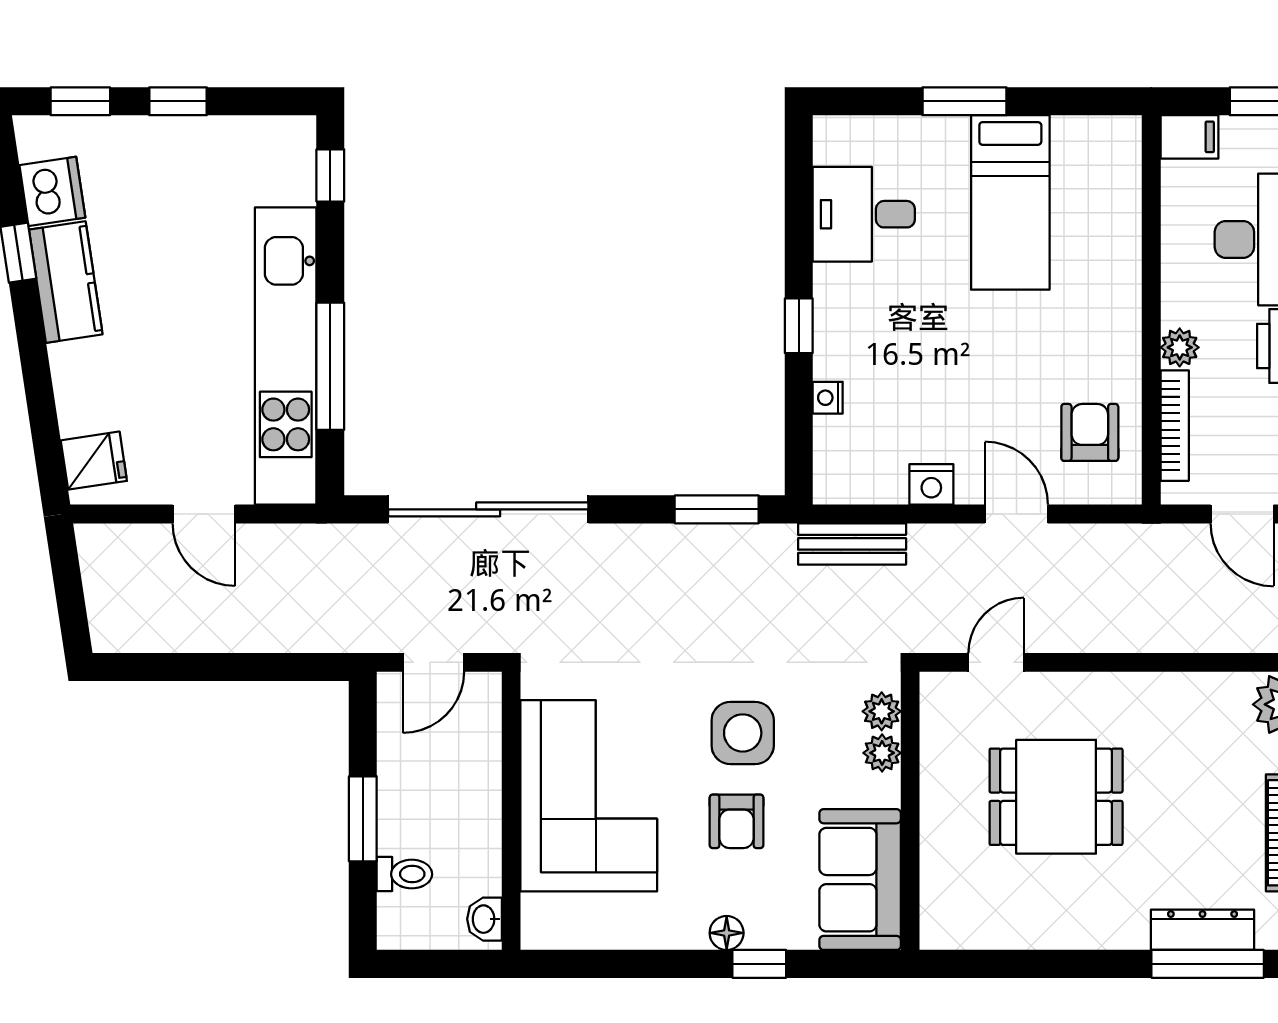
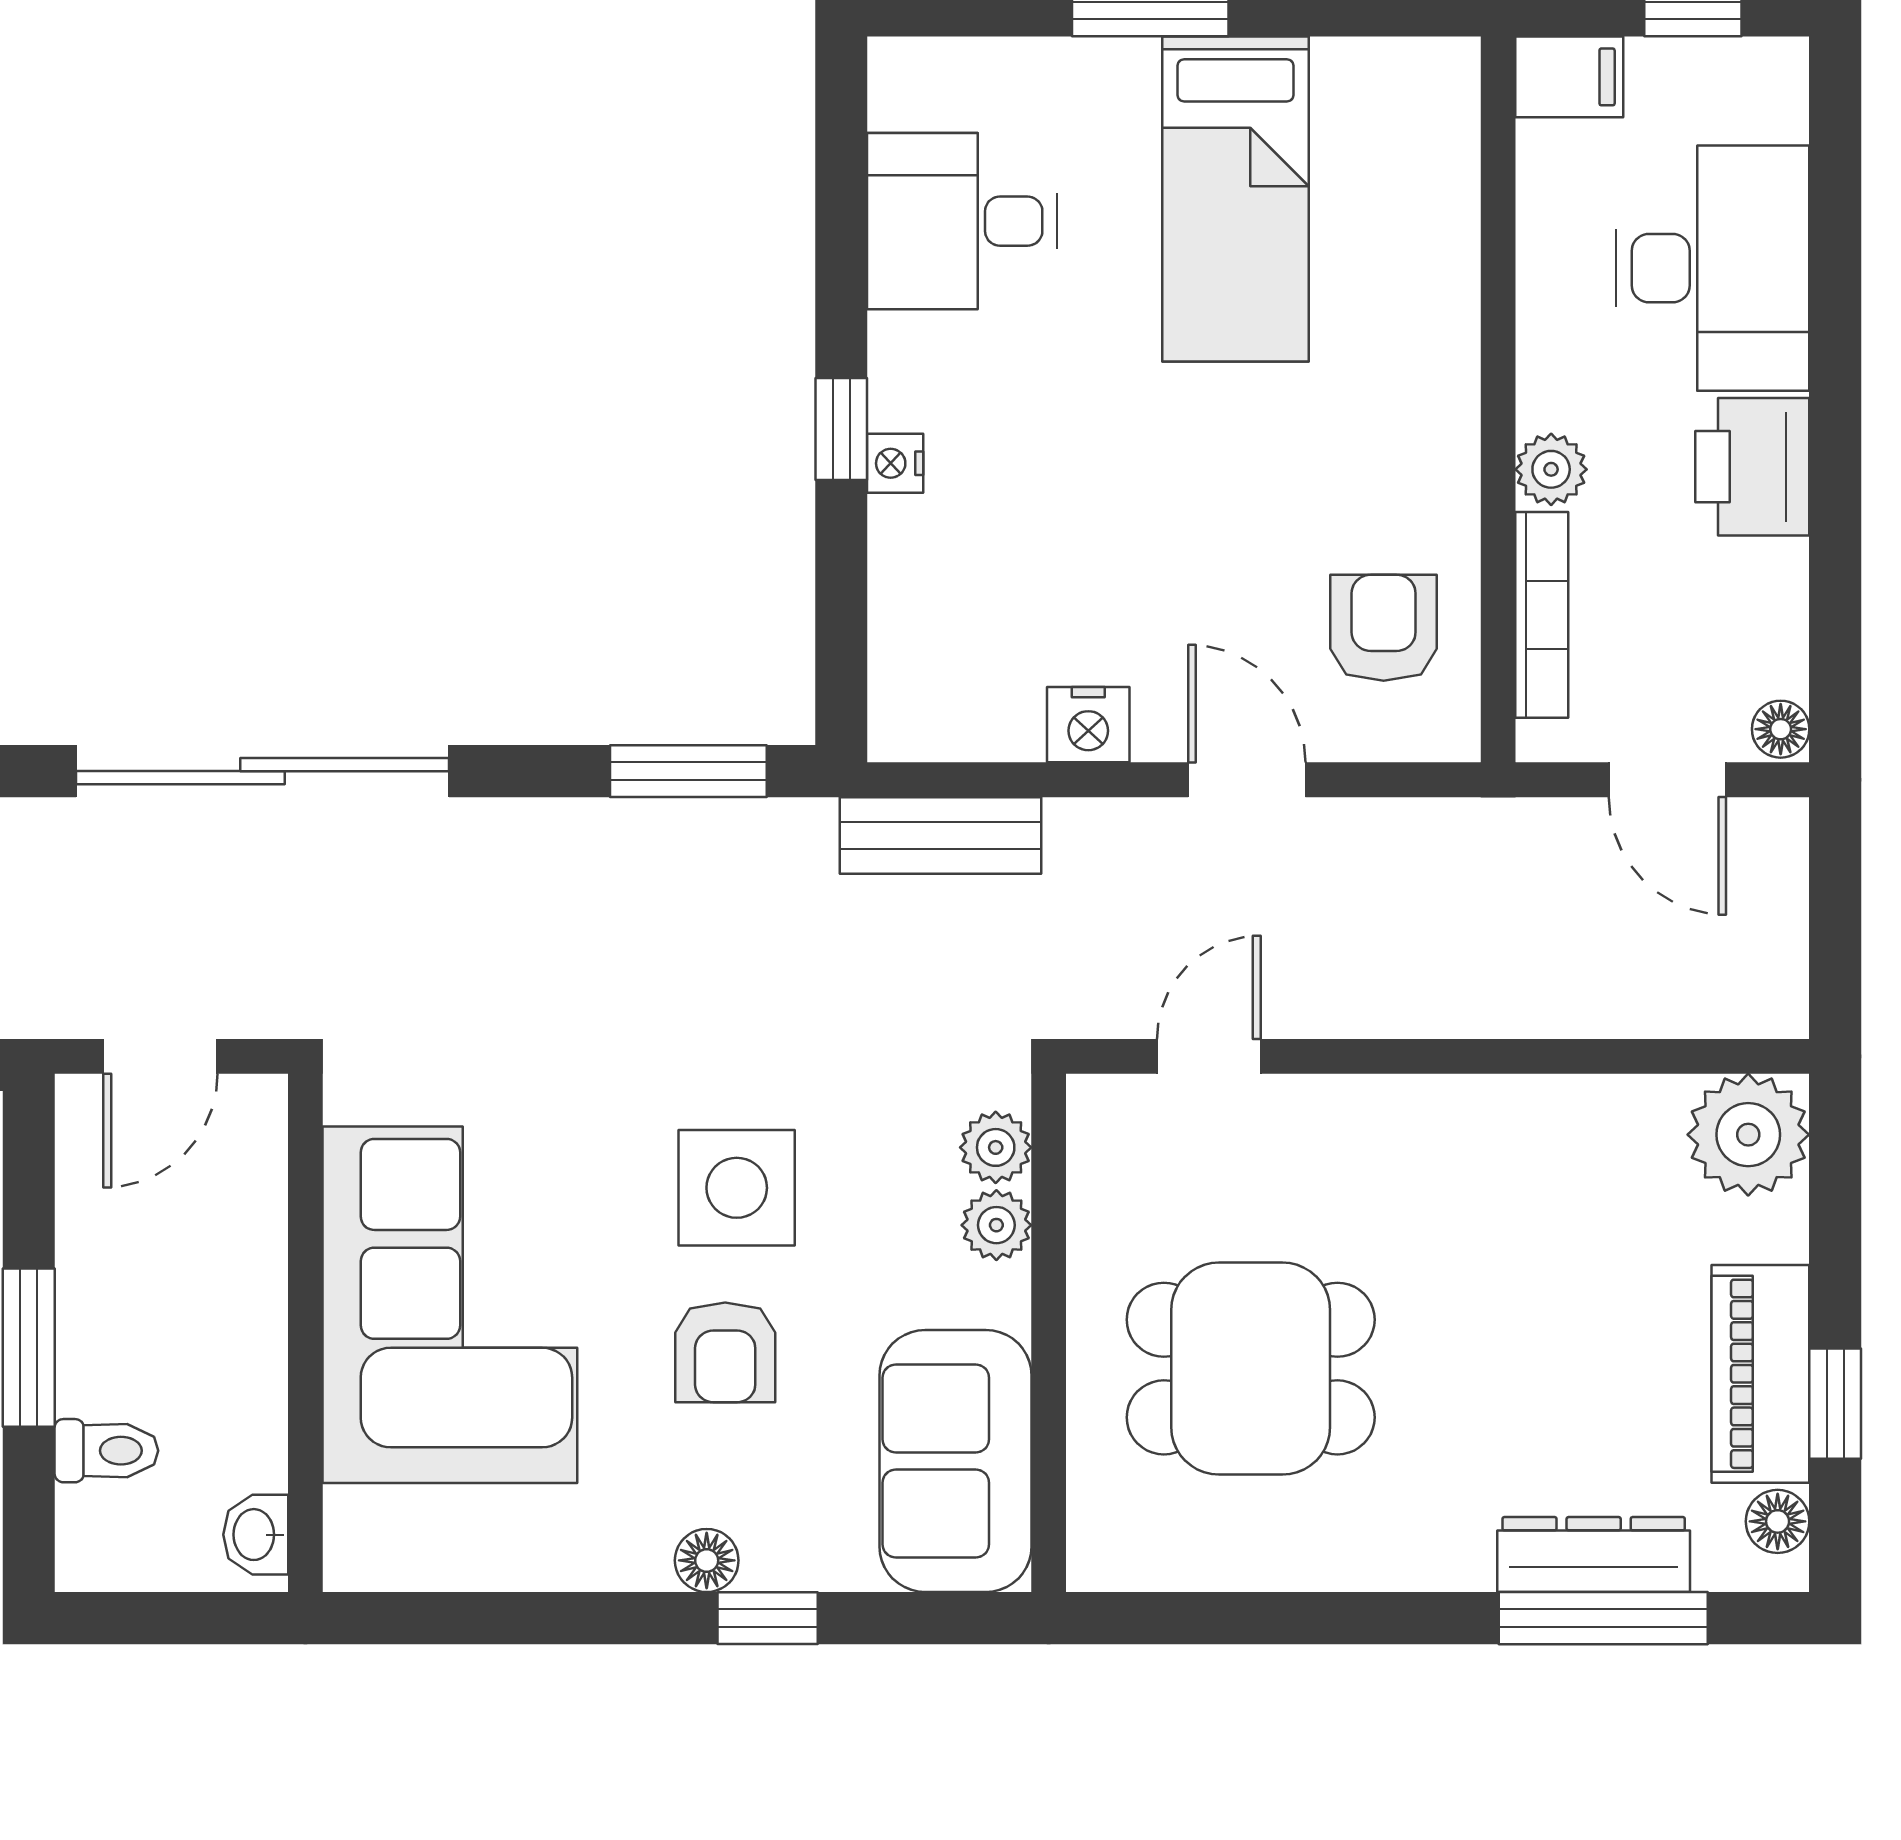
nightstand: (828, 398) -> (895, 463), moved
dining table: (1056, 797) -> (1251, 1369), moved

